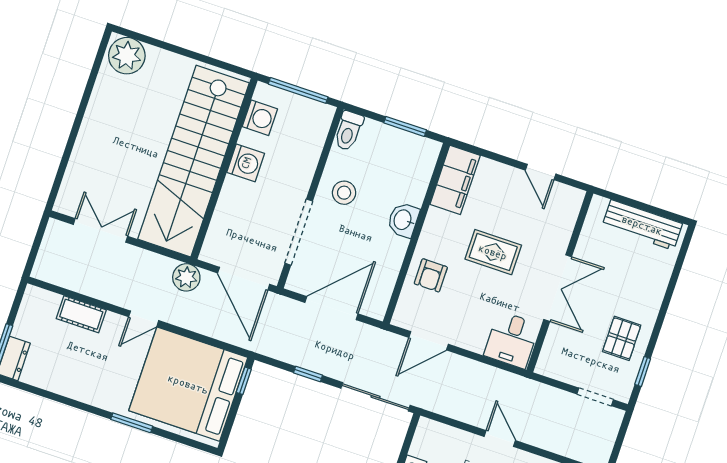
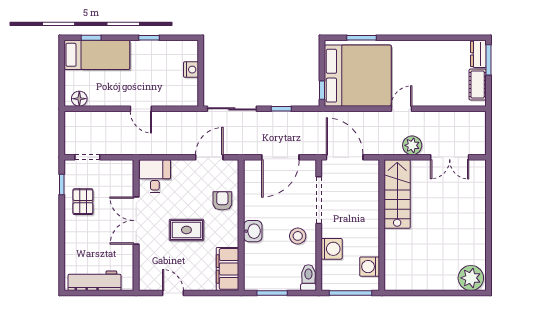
stairs: (193, 161) -> (397, 194), width x0.54, depth x0.66
washing machine: (246, 163) -> (332, 249), moved, turned 180
plant: (186, 277) -> (412, 145), moved
cot: (81, 314) -> (478, 85), moved, turned 90
window: (132, 423) -> (361, 38), moved

